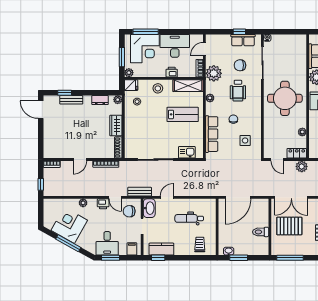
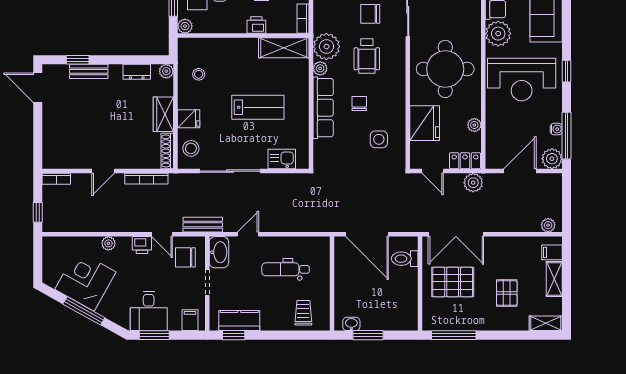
plant: (214, 73) -> (326, 47), moved
fridge: (131, 85) -> (189, 119), moved
stool: (158, 88) -> (191, 148), moved
lab bench: (183, 114) -> (258, 107), moved
fridge: (272, 131) -> (425, 123), added
row of seats: (212, 134) -> (323, 108), moved
door: (238, 197) -> (367, 234), hinge flipped
toilet: (261, 232) -> (405, 259), moved

